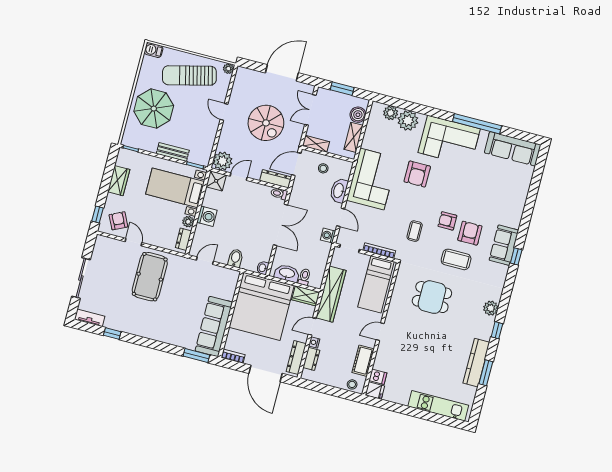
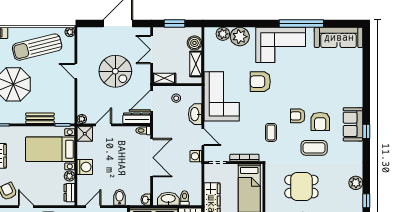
plant: (223, 161) -> (82, 119), width x0.53, depth x0.53
armchair: (417, 174) -> (260, 82), turned 90
armchair: (470, 233) -> (320, 122), turned 180

